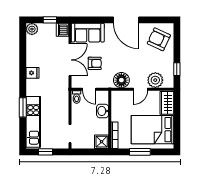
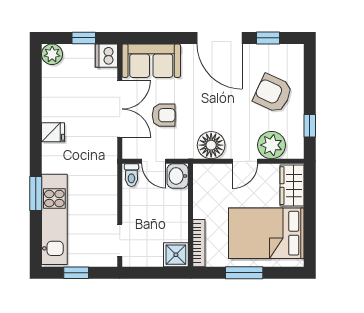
window: (153, 20) -> (268, 38), added
armchair: (159, 39) -> (273, 93), moved
washbasin: (103, 111) -> (178, 176), moved

